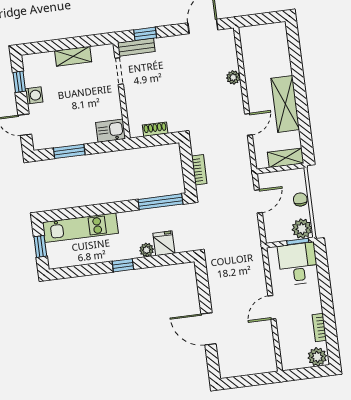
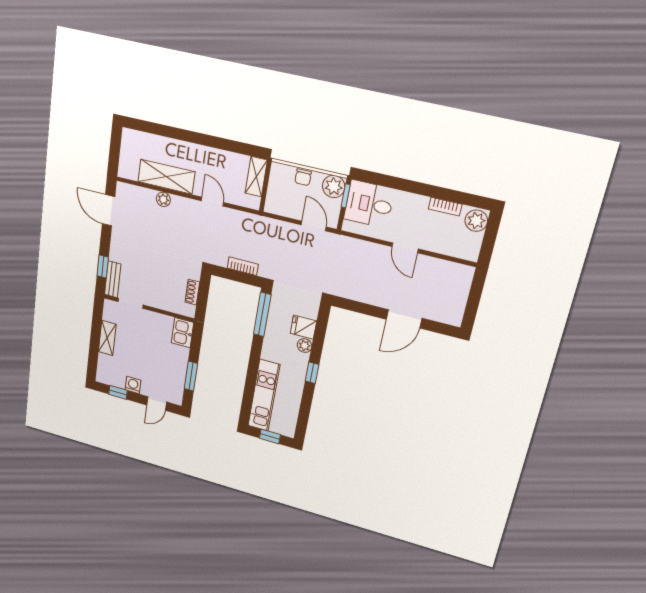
shelving: (285, 104) -> (166, 177), moved
chair: (300, 199) -> (303, 177), turned -90
door: (258, 201) -> (314, 226), moved

